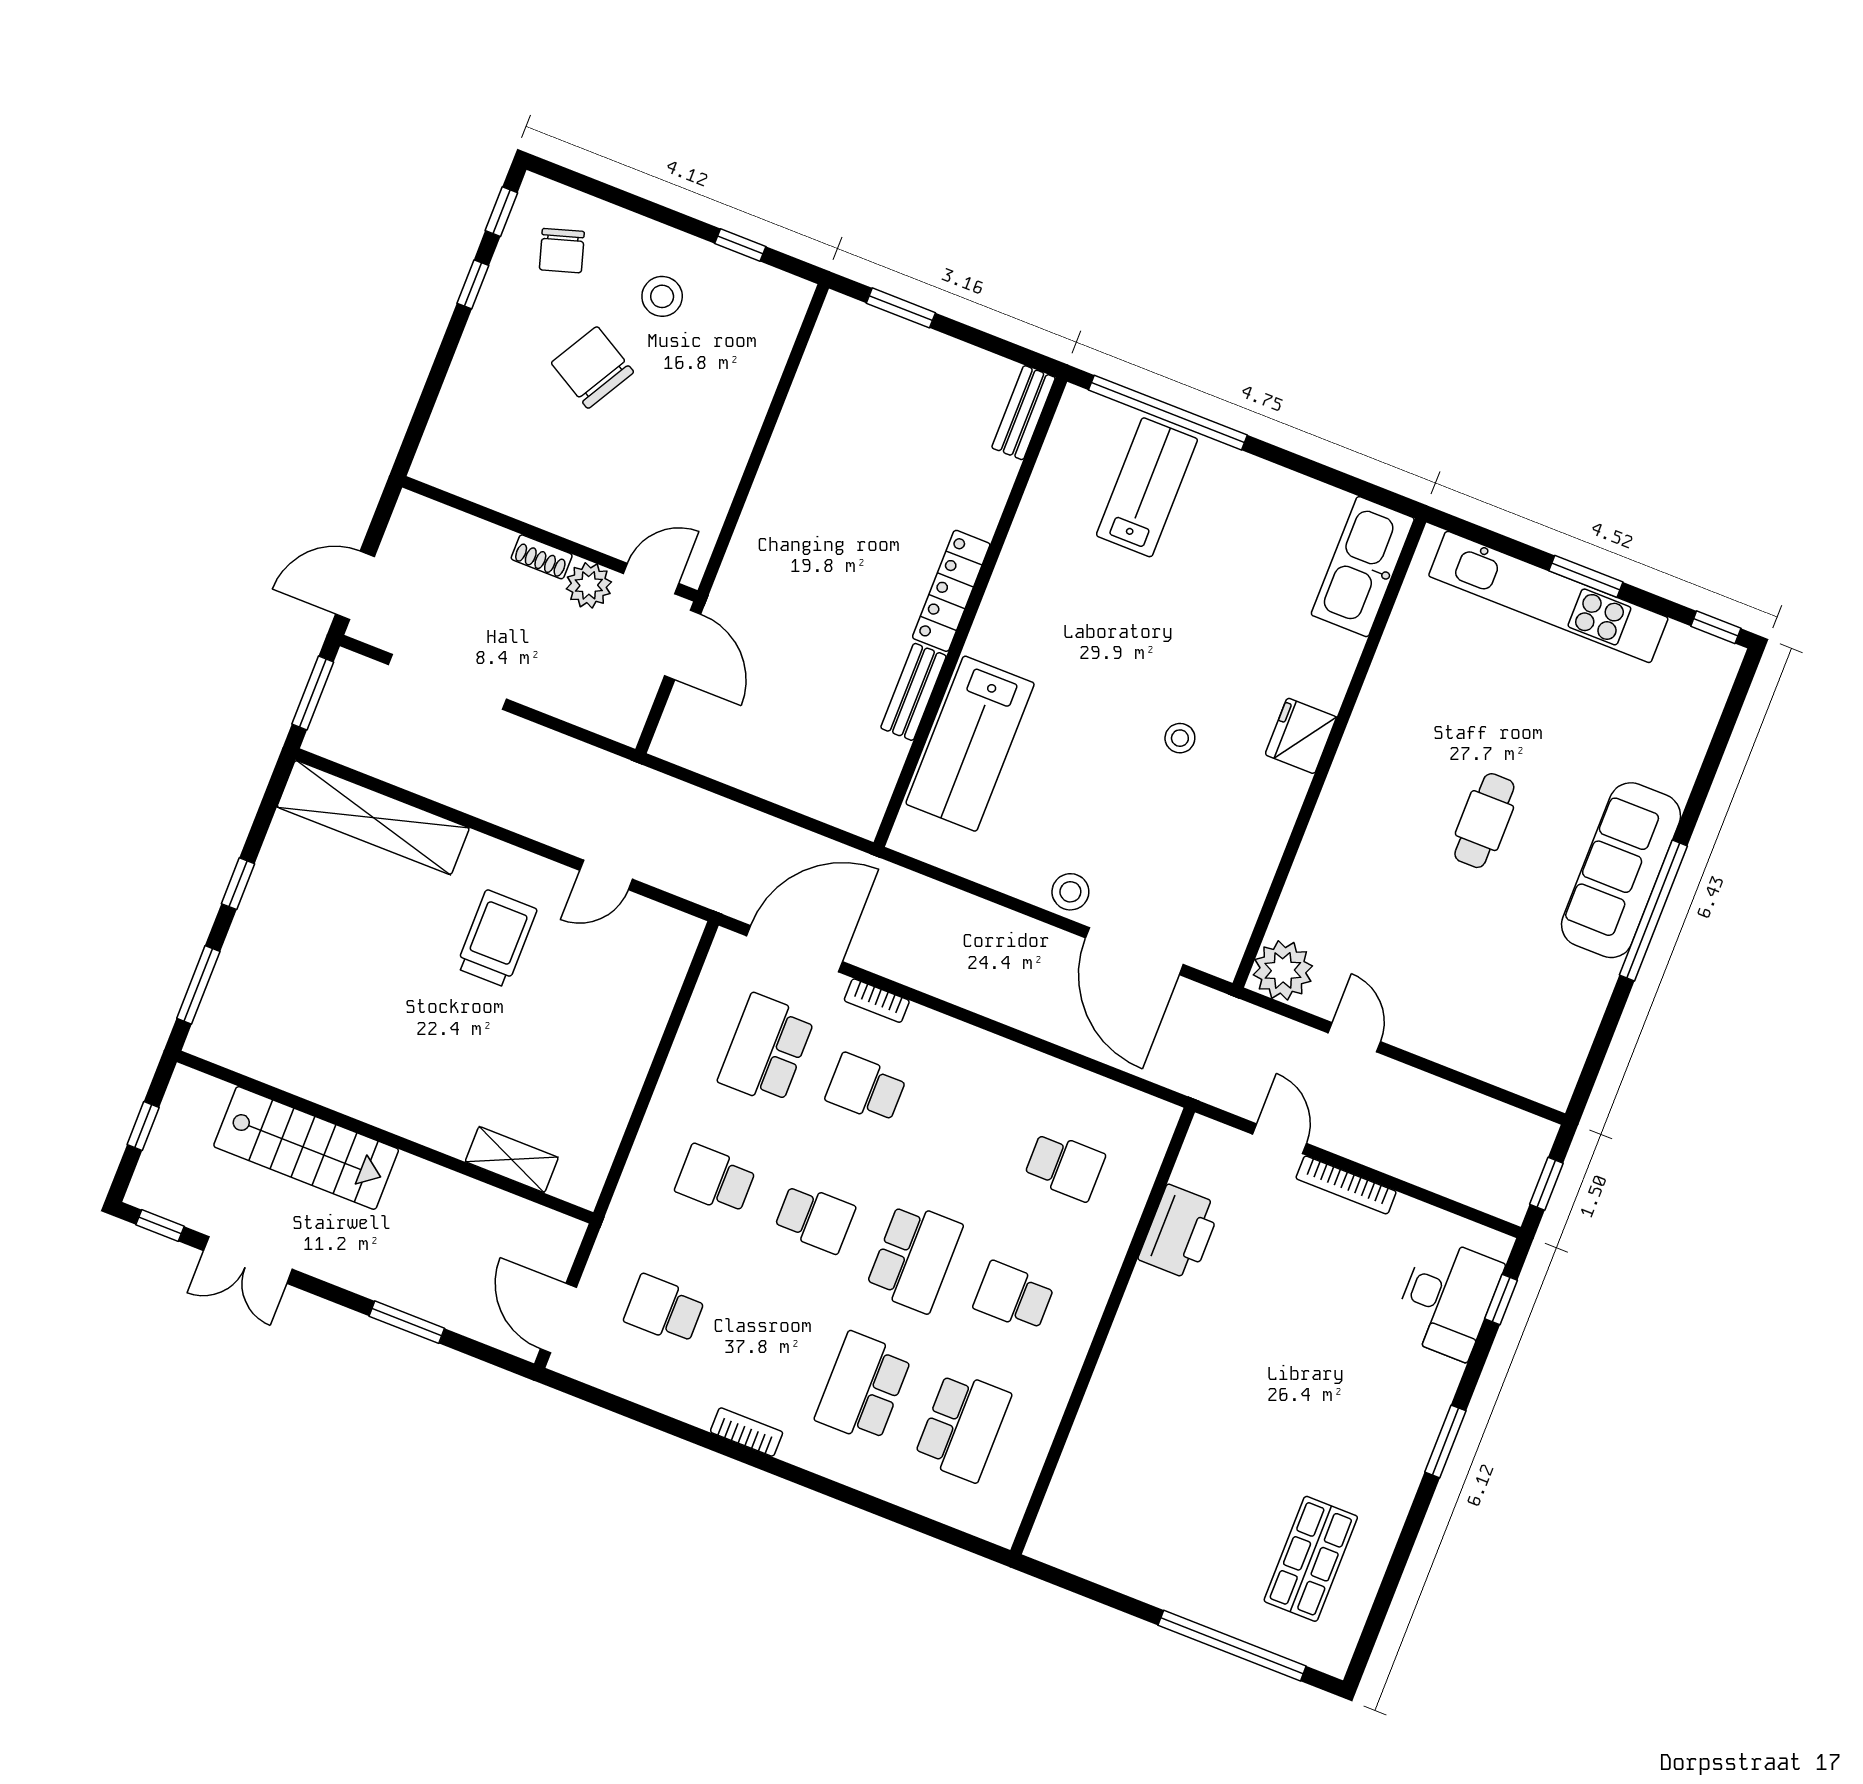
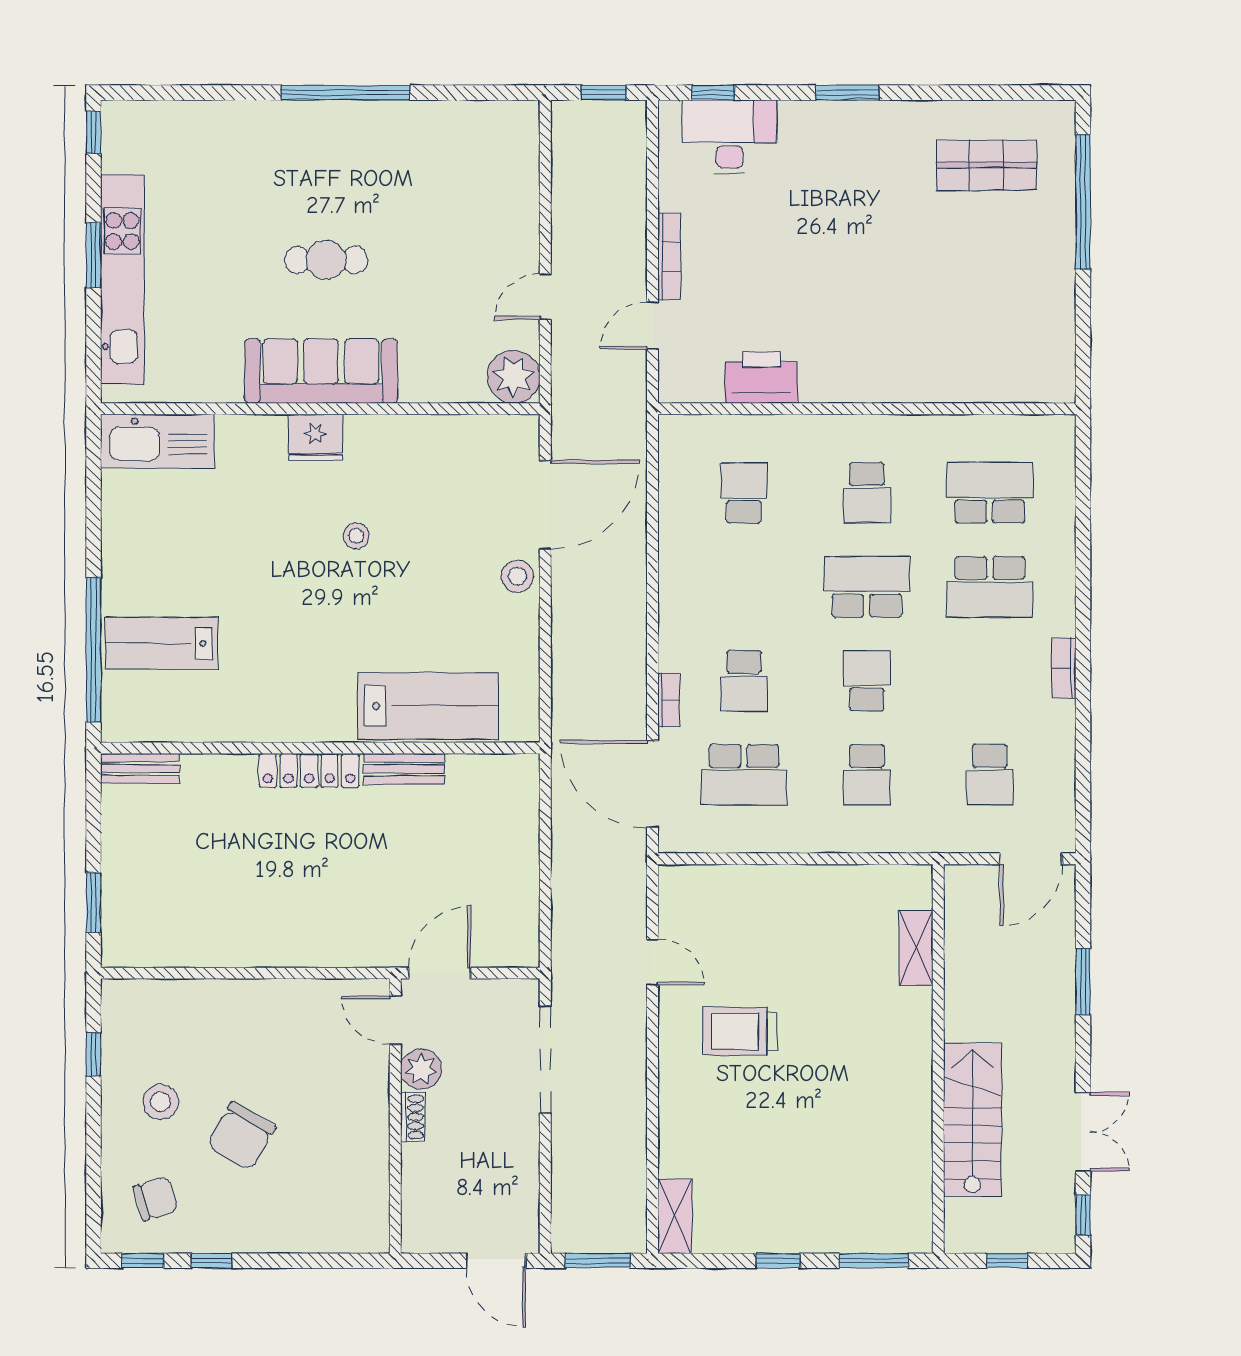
doorway: (447, 682) -> (545, 1060), moved
shelving: (373, 818) -> (675, 1216), width x0.45, depth x0.75
sofa: (1621, 870) -> (321, 371), moved, turned 180

